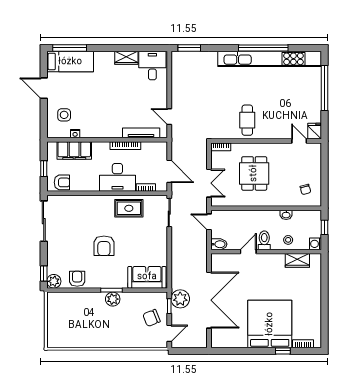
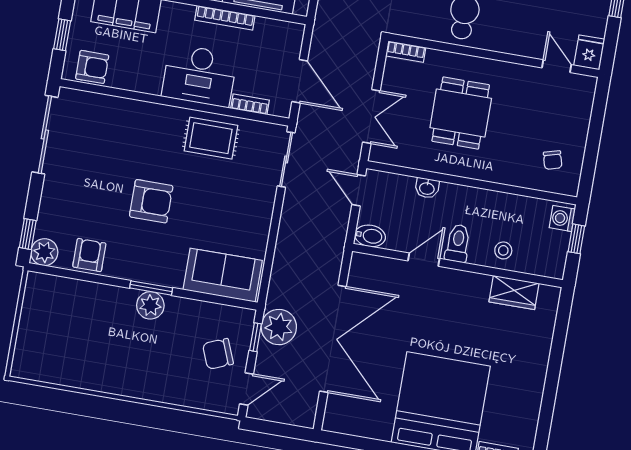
washbasin: (286, 215) -> (427, 188), moved
washing machine: (315, 244) -> (562, 218), moved
armchair: (104, 246) -> (151, 201), turned -90

